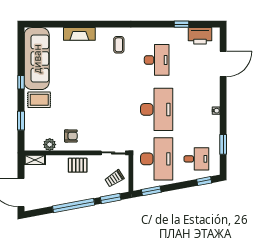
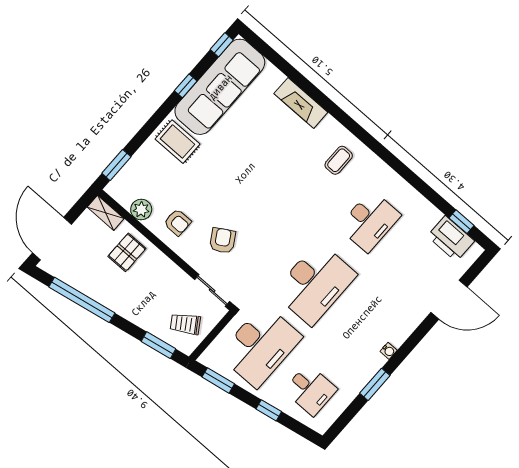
window: (182, 24) -> (461, 222), moved
window: (21, 39) -> (222, 45), added
window: (21, 82) -> (186, 86), moved
window: (21, 121) -> (116, 165), moved
armchair: (98, 126) -> (223, 241), added
window: (223, 144) -> (375, 384), moved
pallet: (78, 165) -> (127, 252), moved, turned 90
window: (204, 181) -> (269, 410), moved
window: (74, 206) -> (82, 300), moved

